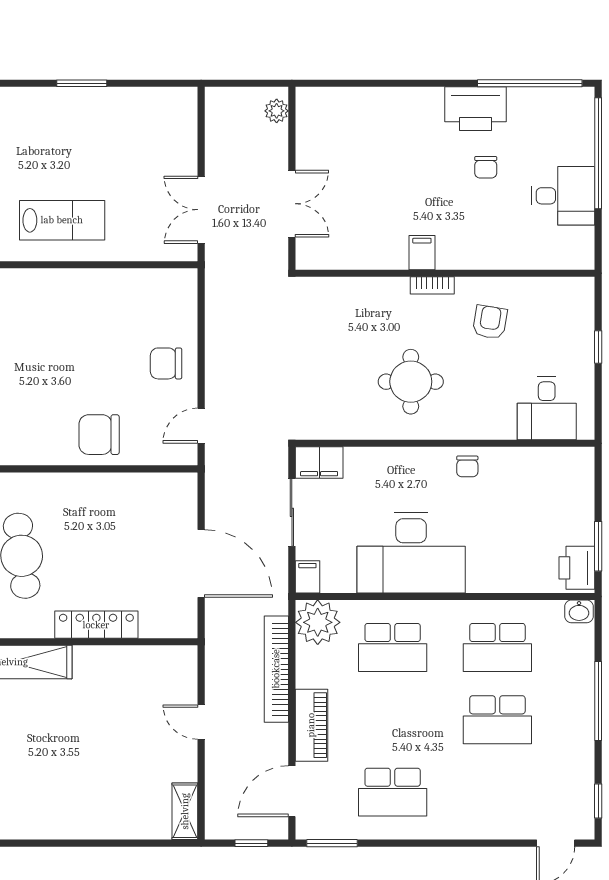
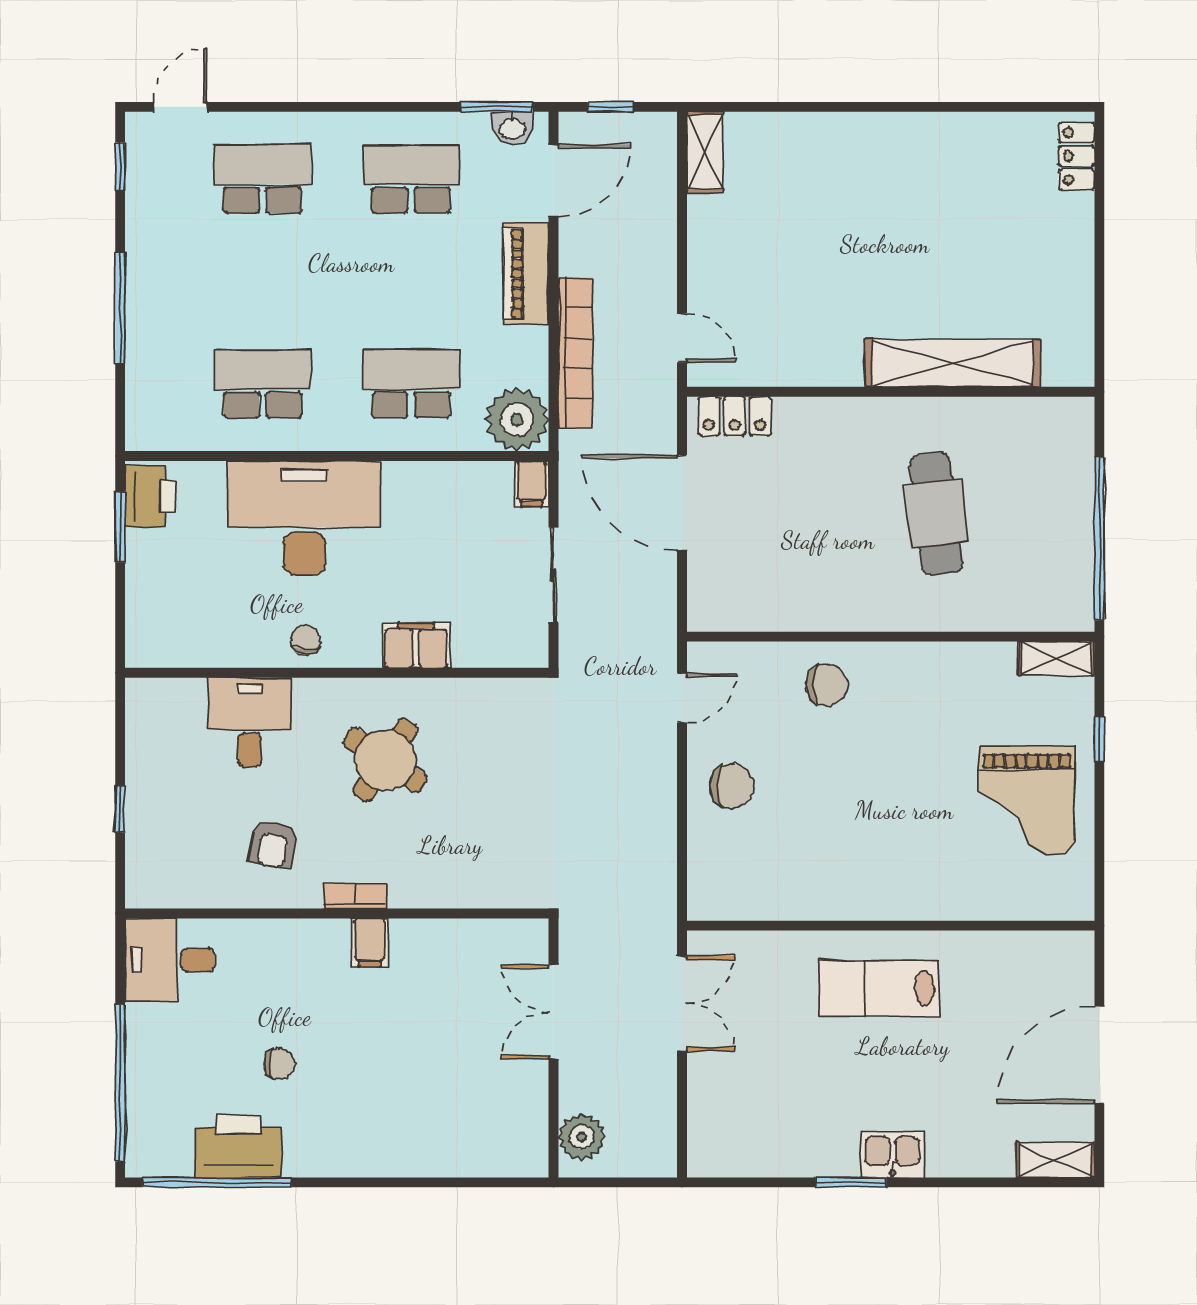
kitchen sink: (52, 103) -> (893, 1154), added
printer: (475, 109) -> (238, 1146), moved
plant: (277, 111) -> (582, 1137), width x1.38, depth x1.38
chair: (486, 167) -> (279, 1064), turned 90
desk: (563, 196) -> (170, 960), moved
round table: (411, 382) -> (385, 760), turned 34
desk: (547, 408) -> (250, 722), moved
chair: (99, 435) -> (826, 685), width x0.73, depth x0.73
filing cabinet: (319, 463) -> (416, 645), moved
desk: (411, 553) -> (304, 518), moved
washbasin: (579, 611) -> (512, 128), moved, turned 180
locker: (96, 625) -> (734, 416), moved, width x0.66
school desk: (497, 720) -> (263, 179), moved
door: (201, 722) -> (682, 338), moved

